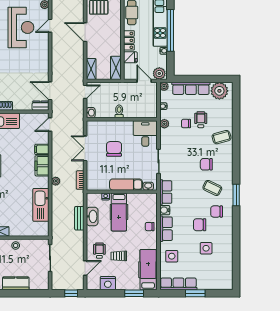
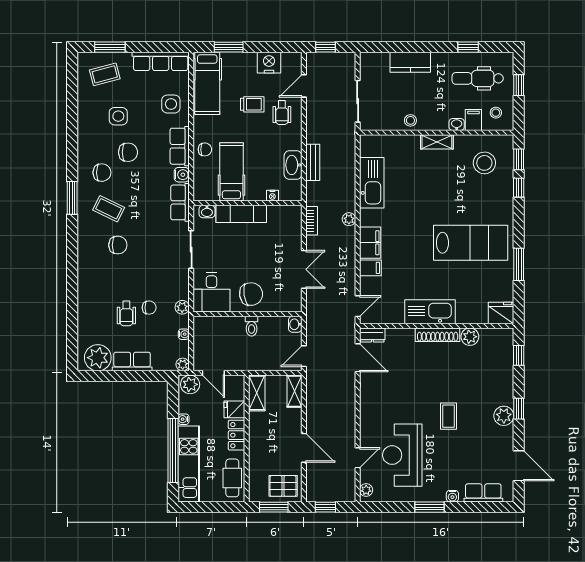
row of seats: (191, 88) -> (132, 362), width x0.68
coffee table: (222, 137) -> (105, 74), moved
chair: (114, 149) -> (251, 294), moved, turned -99
hospital bed: (119, 212) -> (231, 172), moved
window: (195, 293) -> (110, 47), moved

